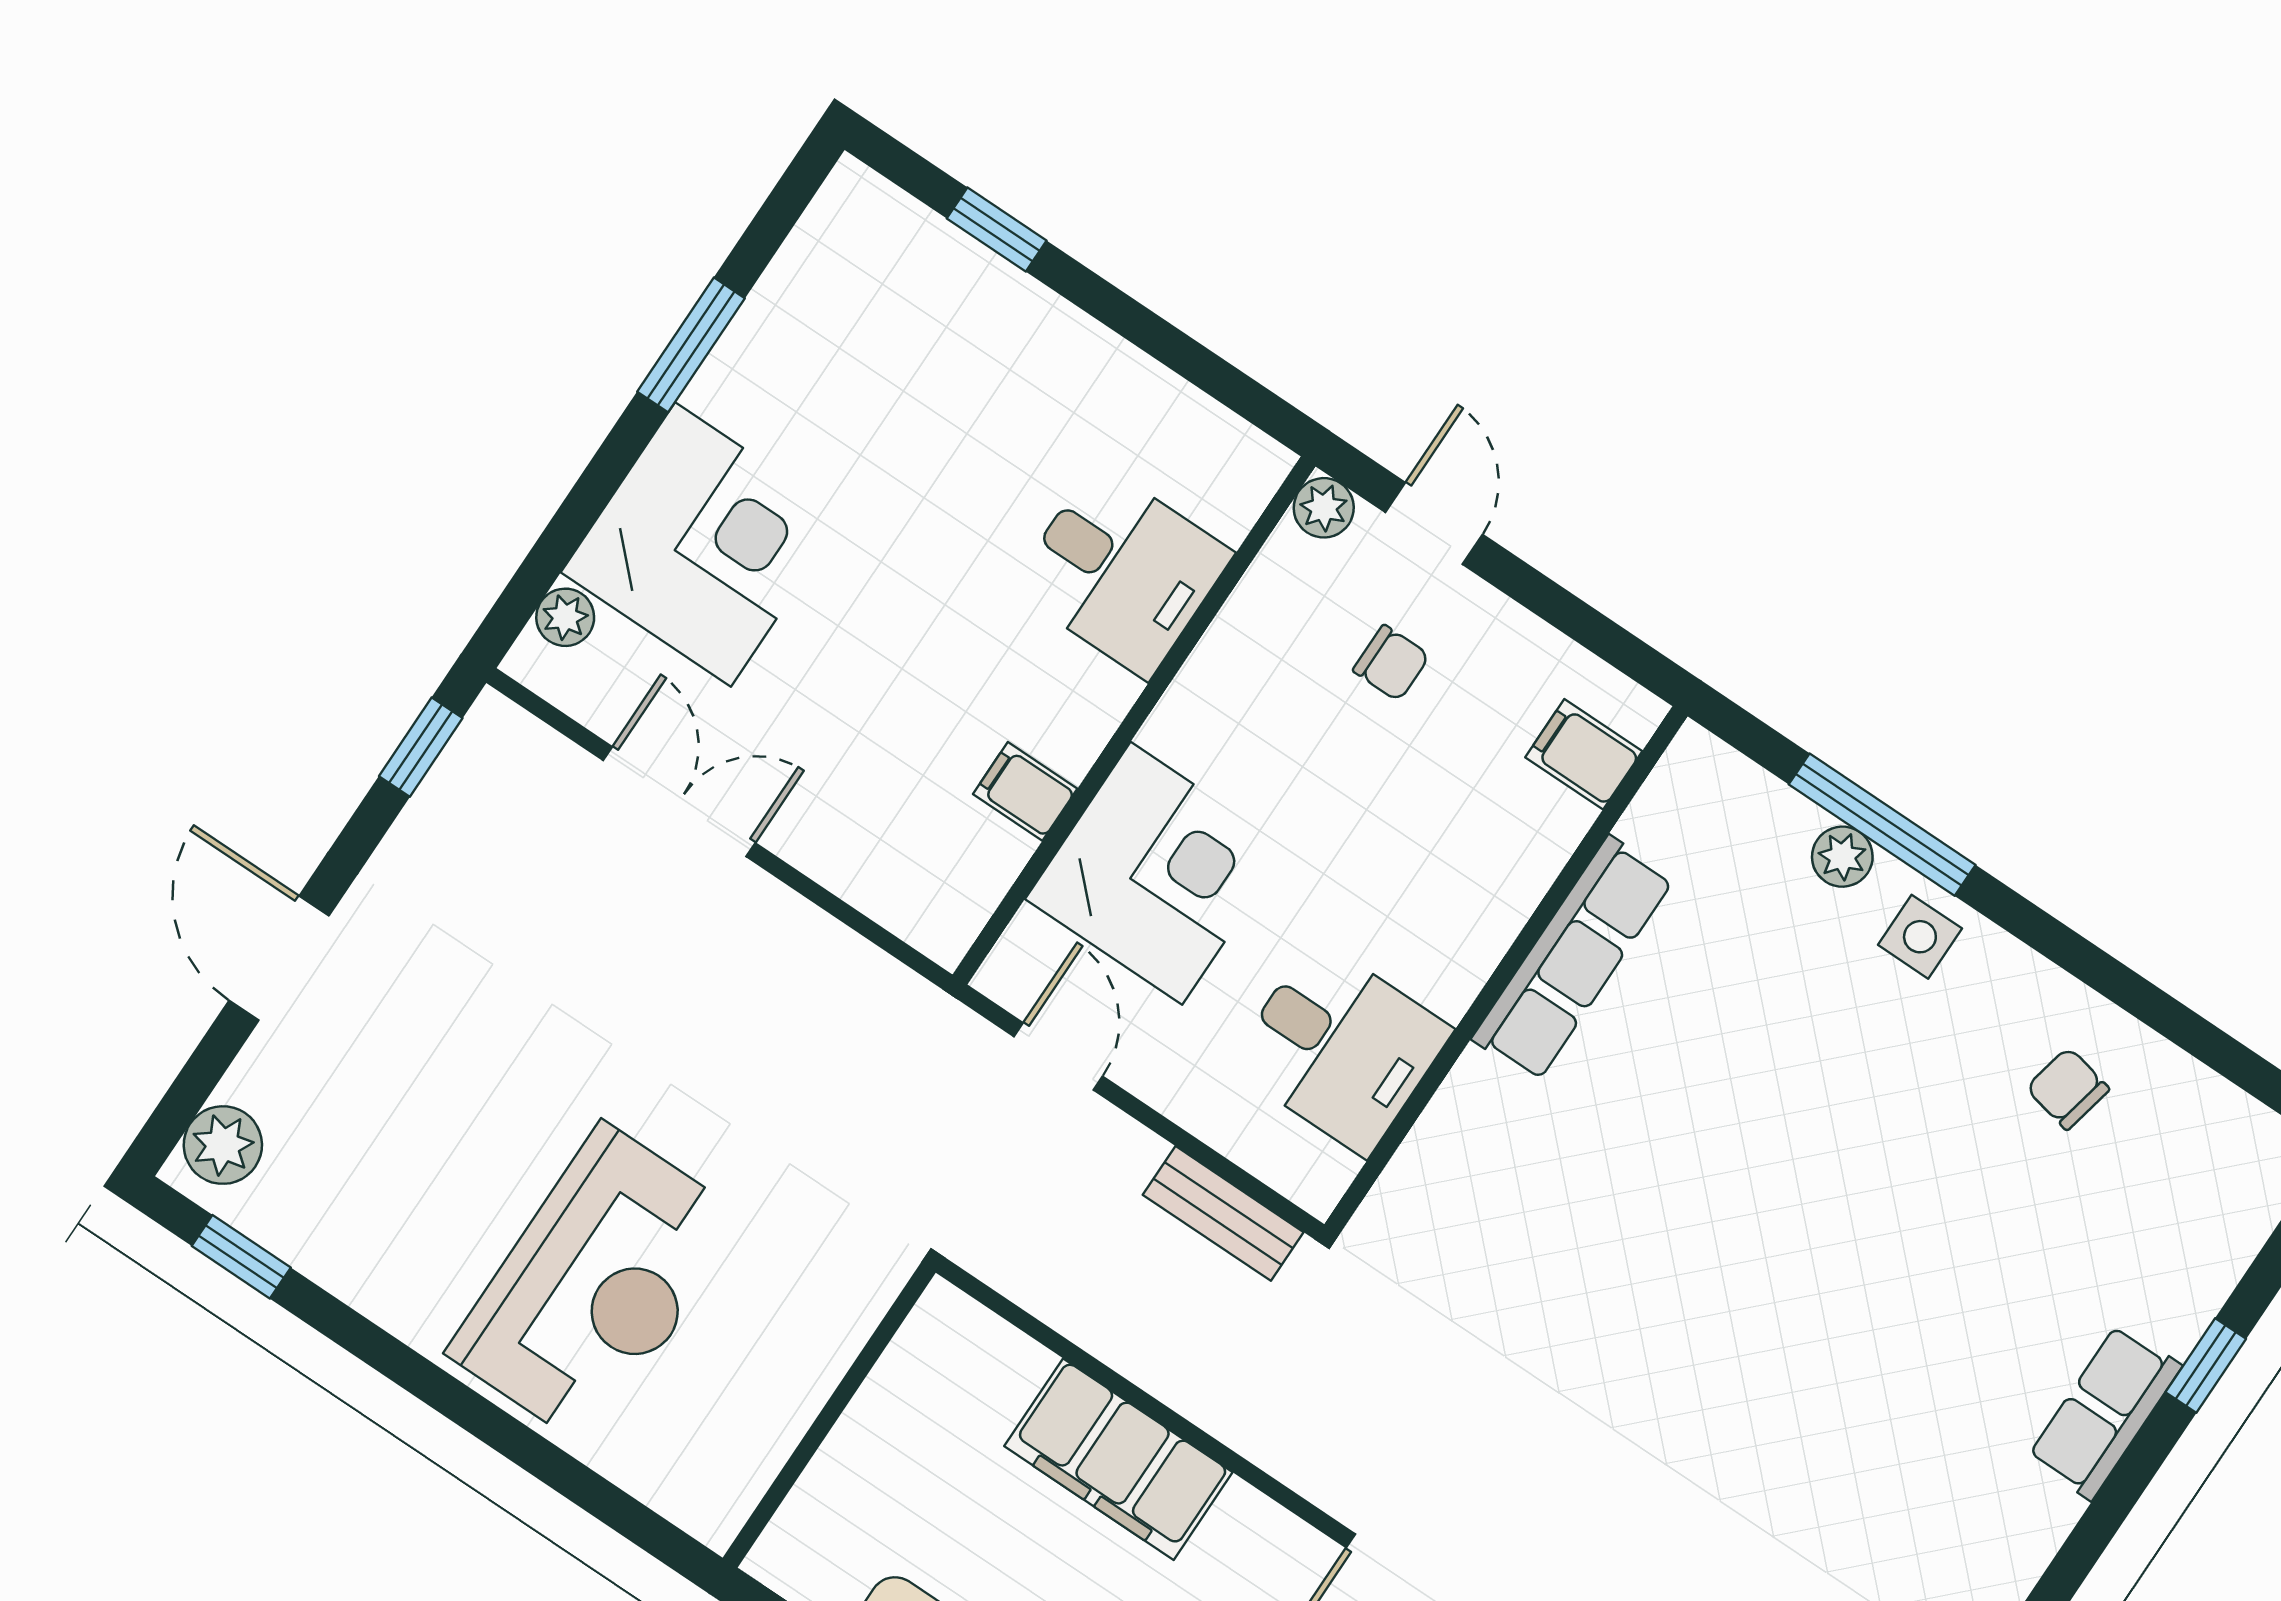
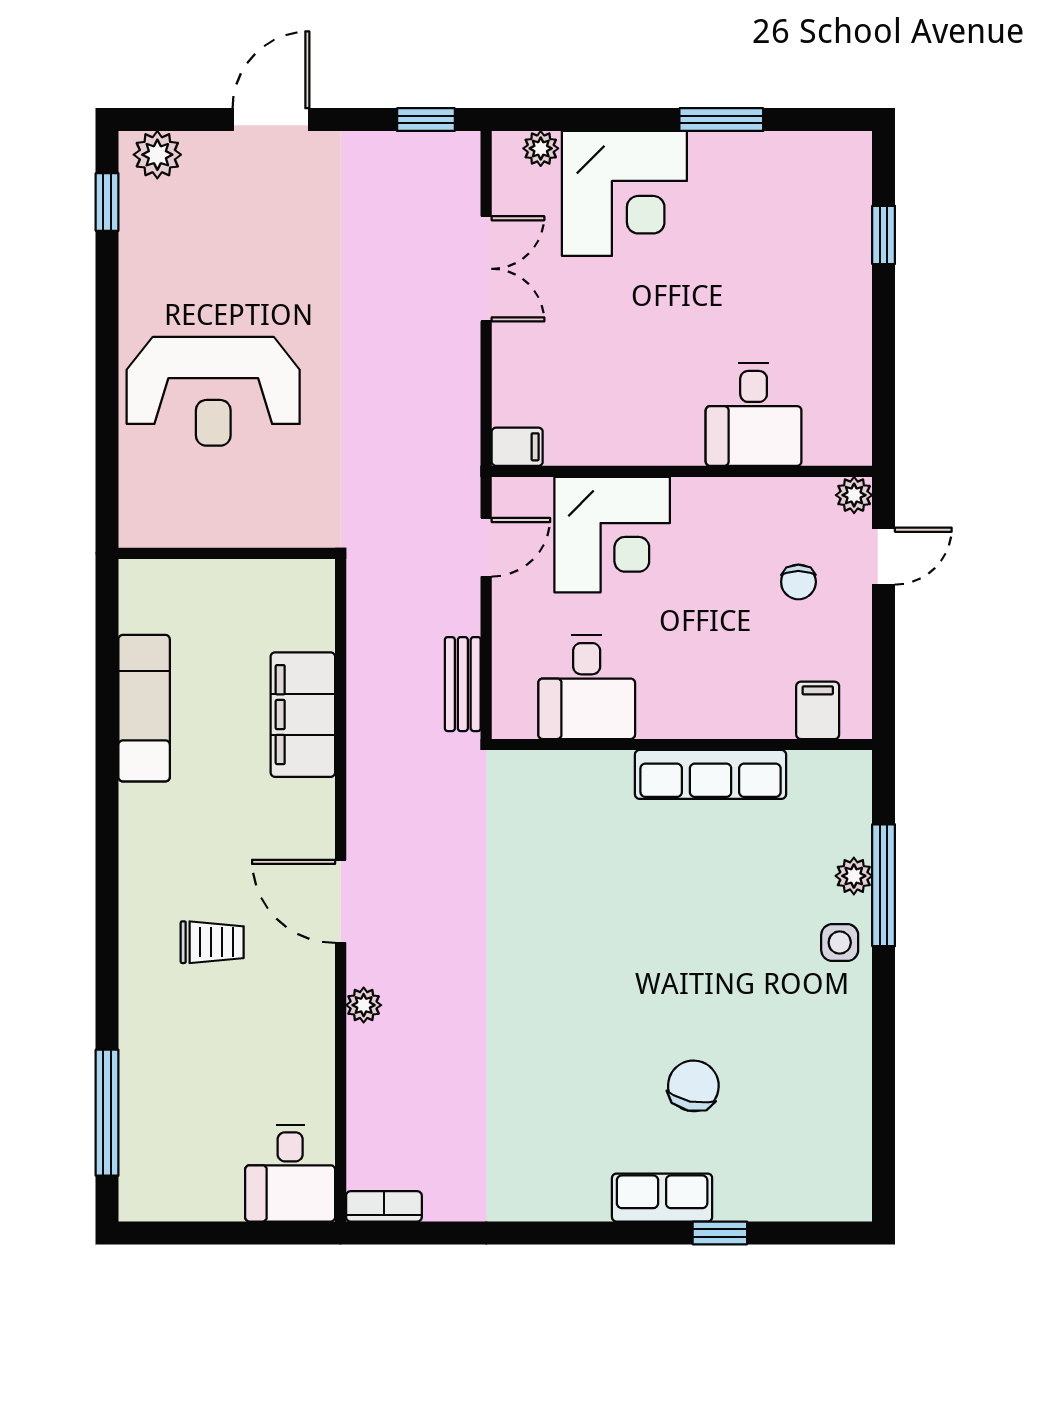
filing cabinet: (1025, 791) -> (517, 447), moved, turned 90
chair: (2068, 1089) -> (693, 1086), moved, width x1.37, depth x1.37

